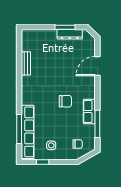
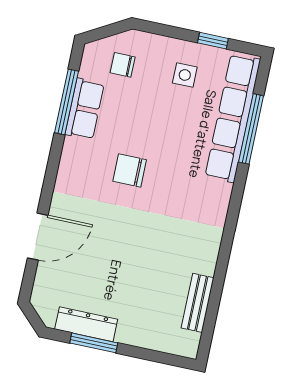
bench: (26, 63) -> (198, 303), moved
row of seats: (89, 112) -> (85, 109), moved

